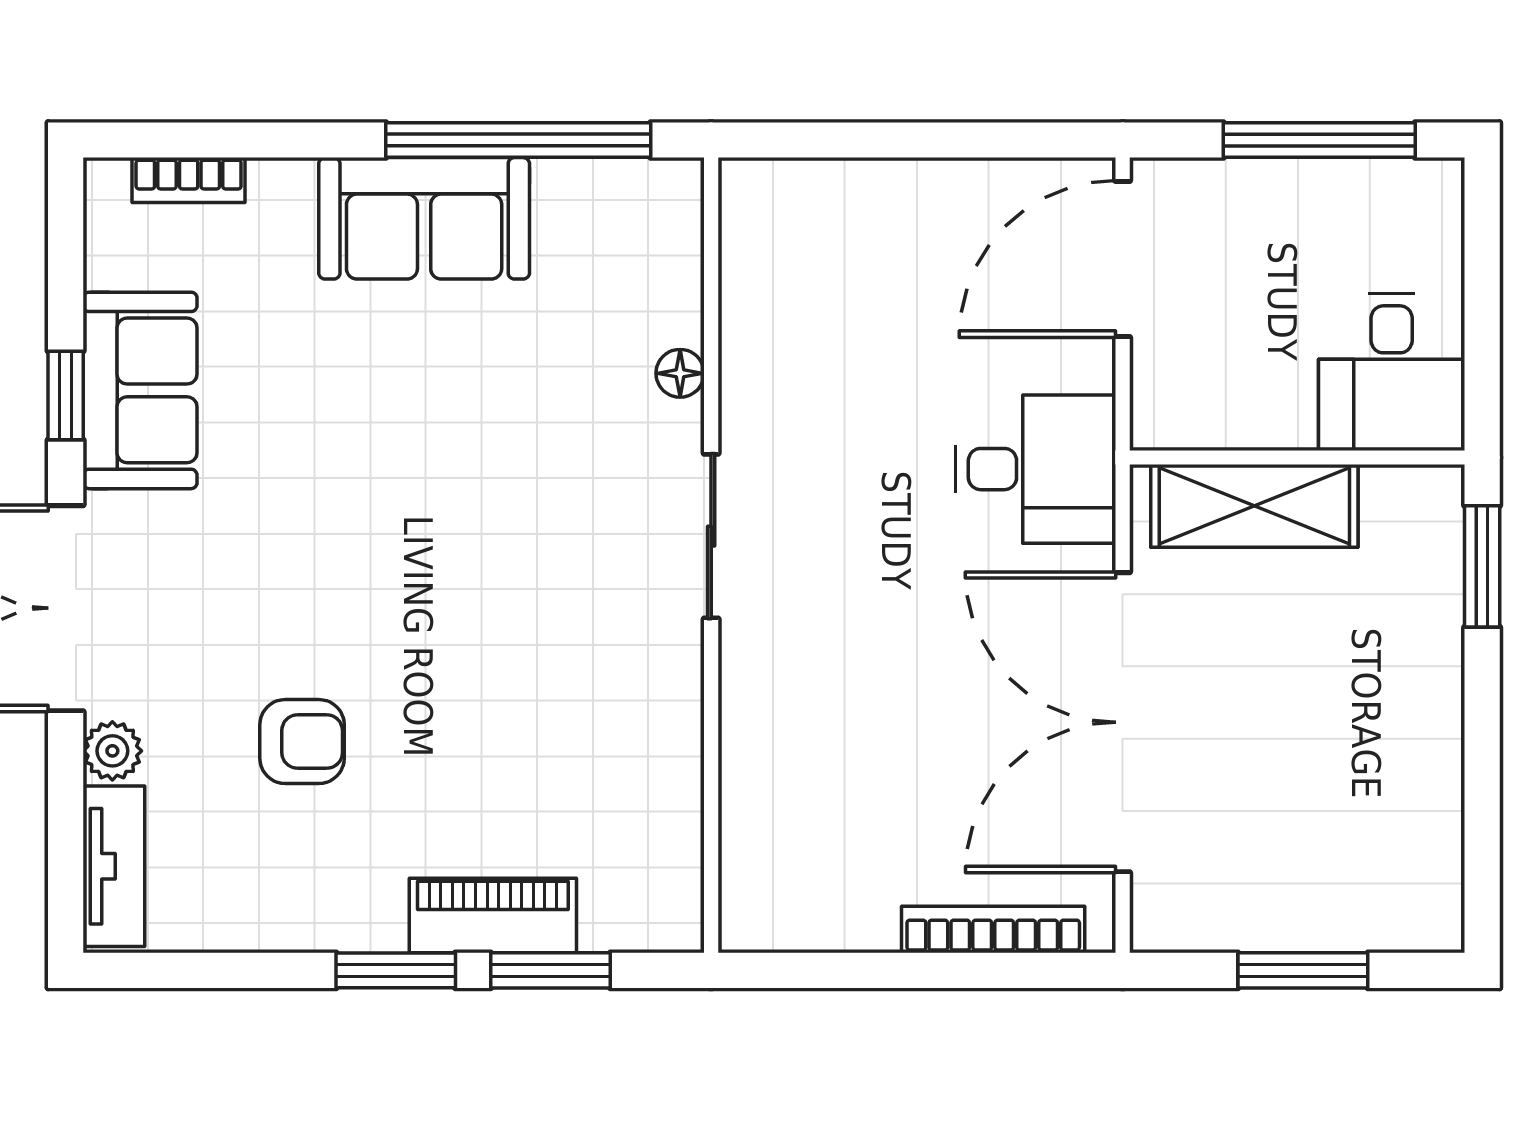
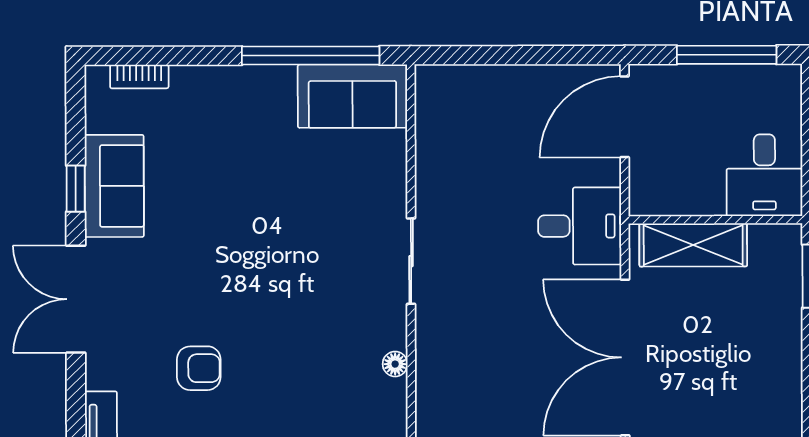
sofa: (424, 218) -> (352, 96), moved
floor lamp: (680, 373) -> (395, 364), moved
plant: (112, 751) -> (100, 373), removed

